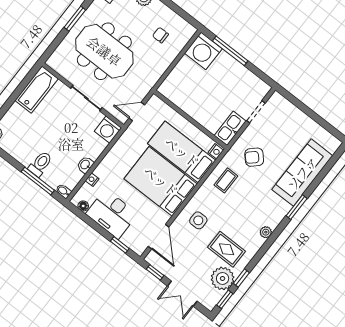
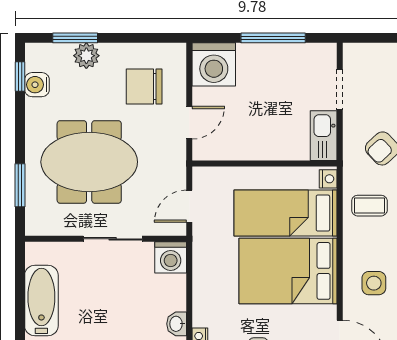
window: (75, 19) -> (20, 185), moved
chair: (160, 35) -> (144, 86), width x1.87, depth x1.87
window: (230, 51) -> (273, 38), moved
door: (169, 70) -> (189, 123), added
bathtub: (37, 90) -> (41, 301), moved
coffee table: (226, 180) -> (369, 206), turned 90

